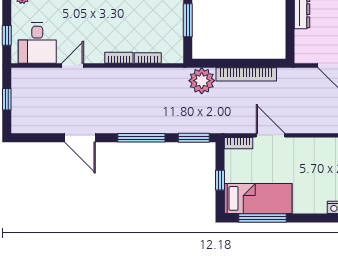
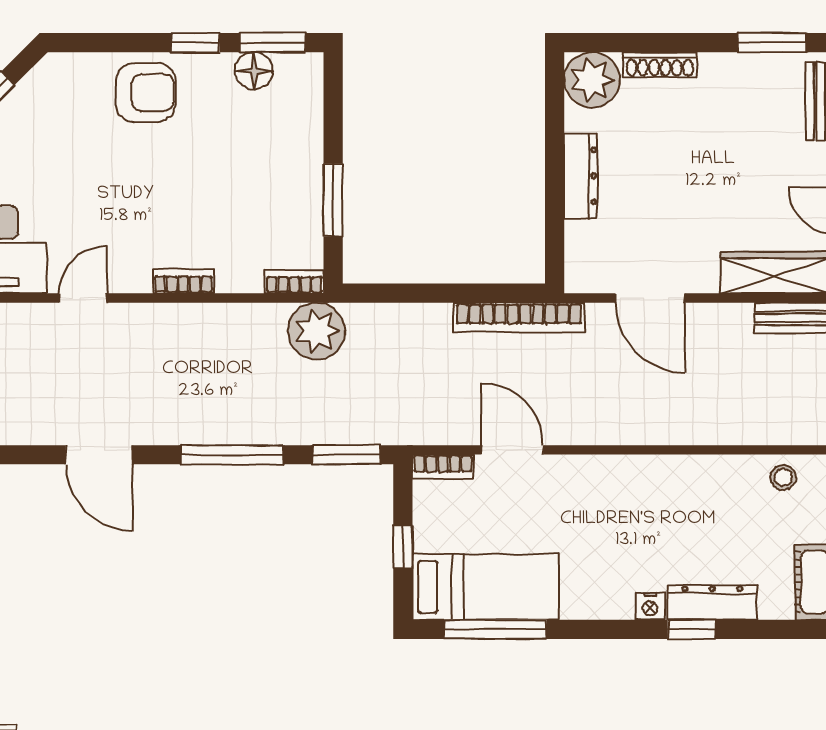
bookcase: (148, 58) -> (294, 282), moved
bookcase: (246, 74) -> (519, 317), moved
plant: (202, 81) -> (317, 331), moved

